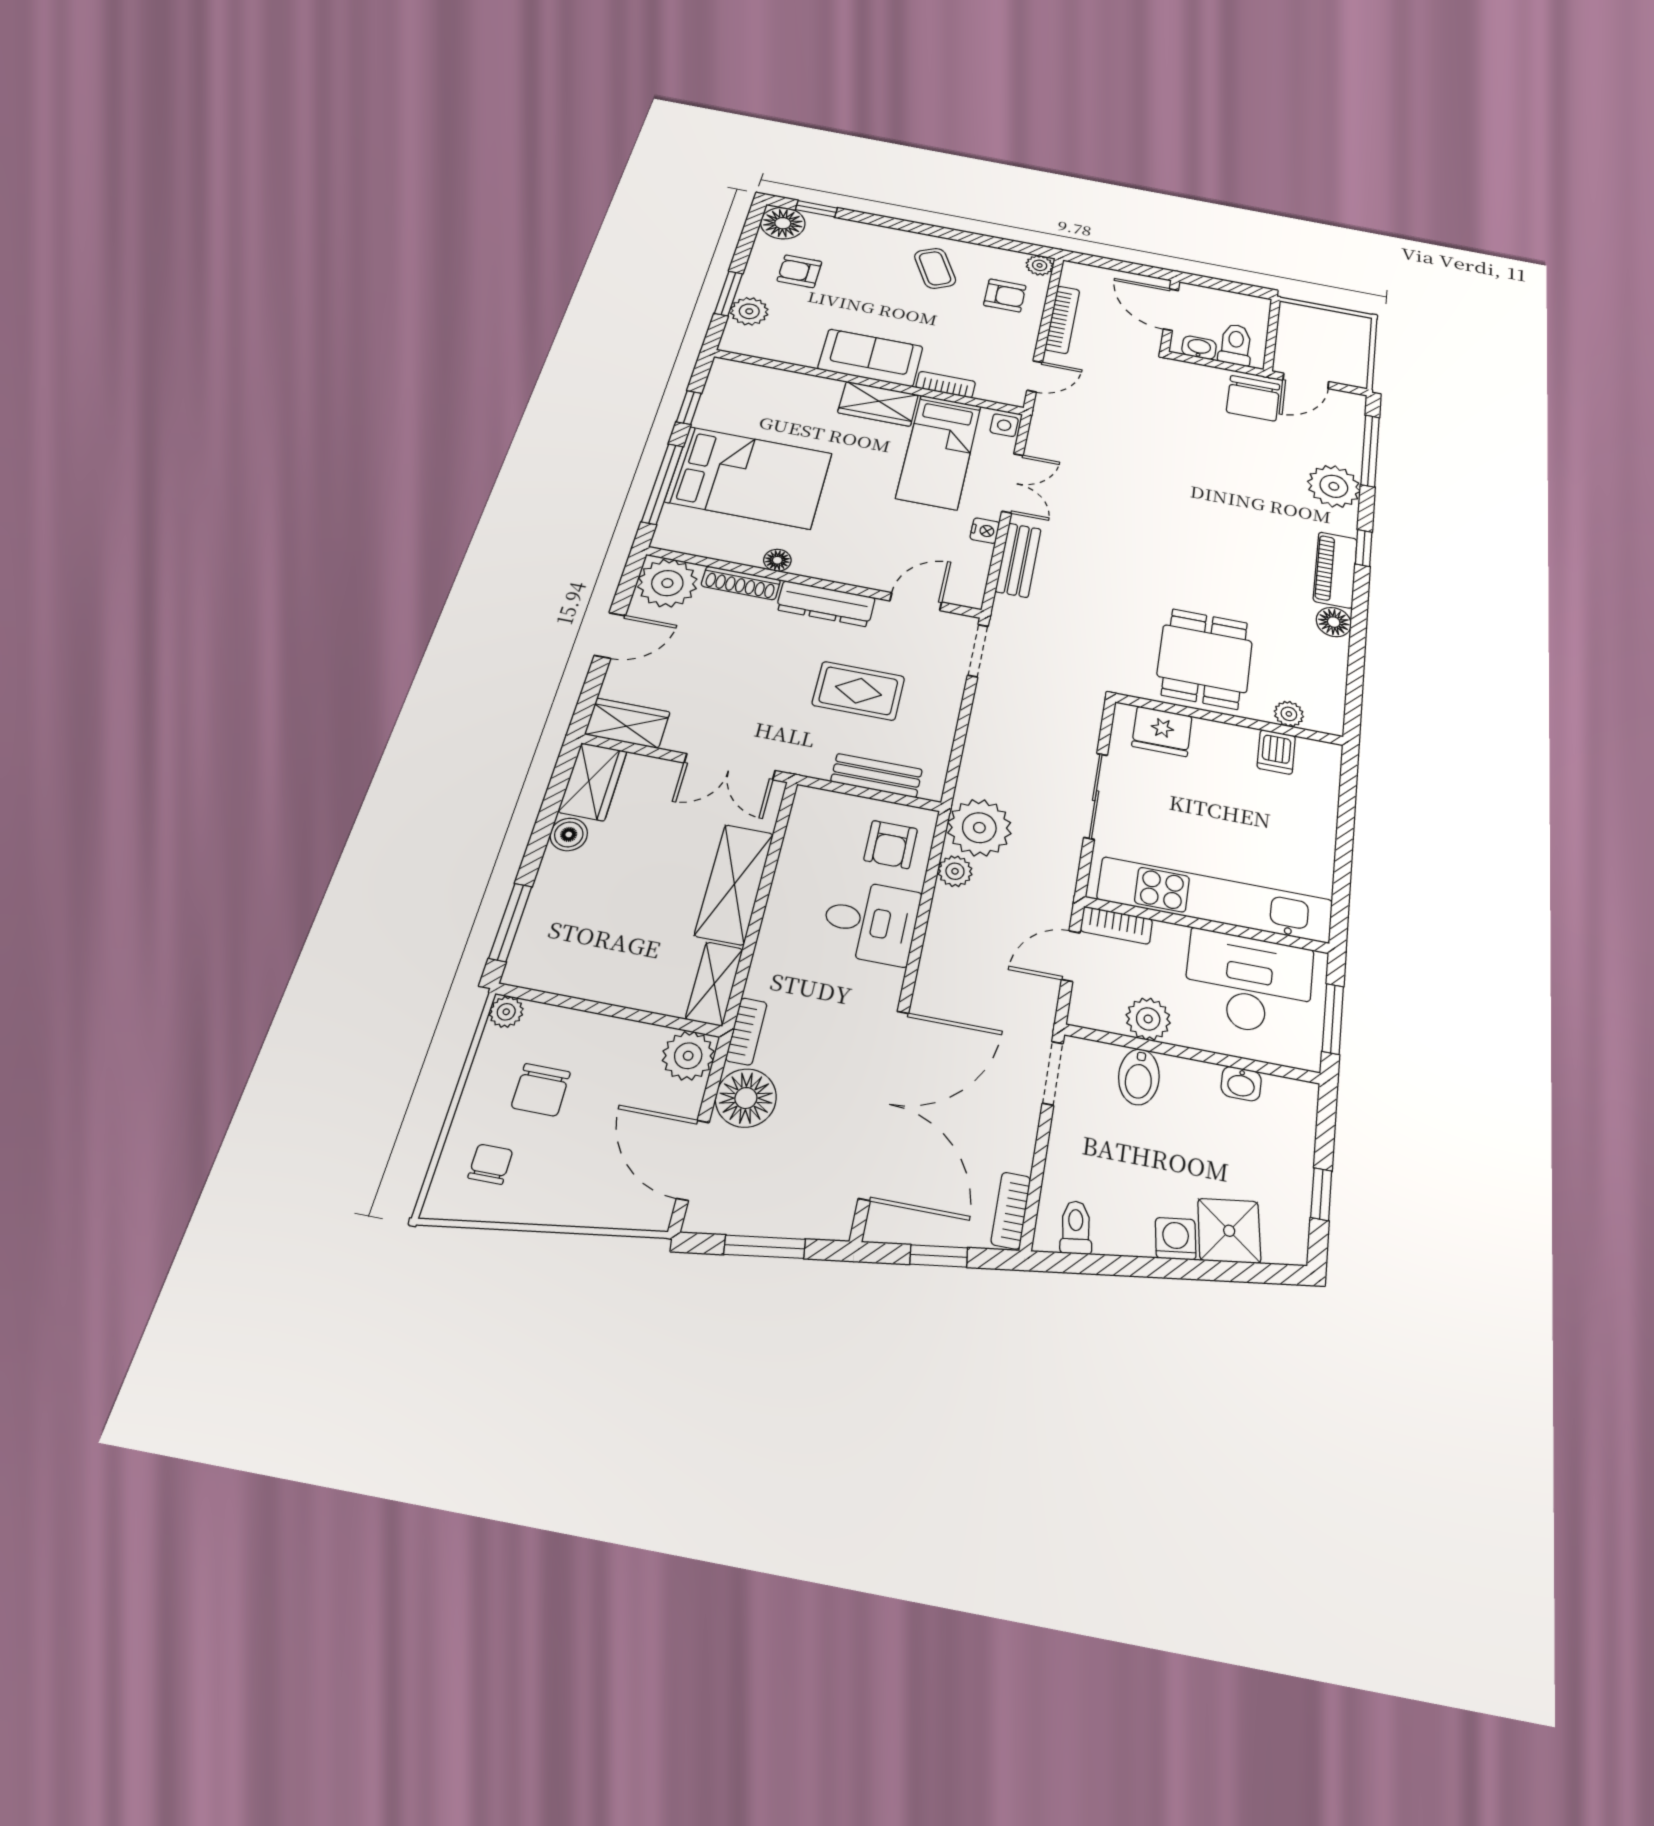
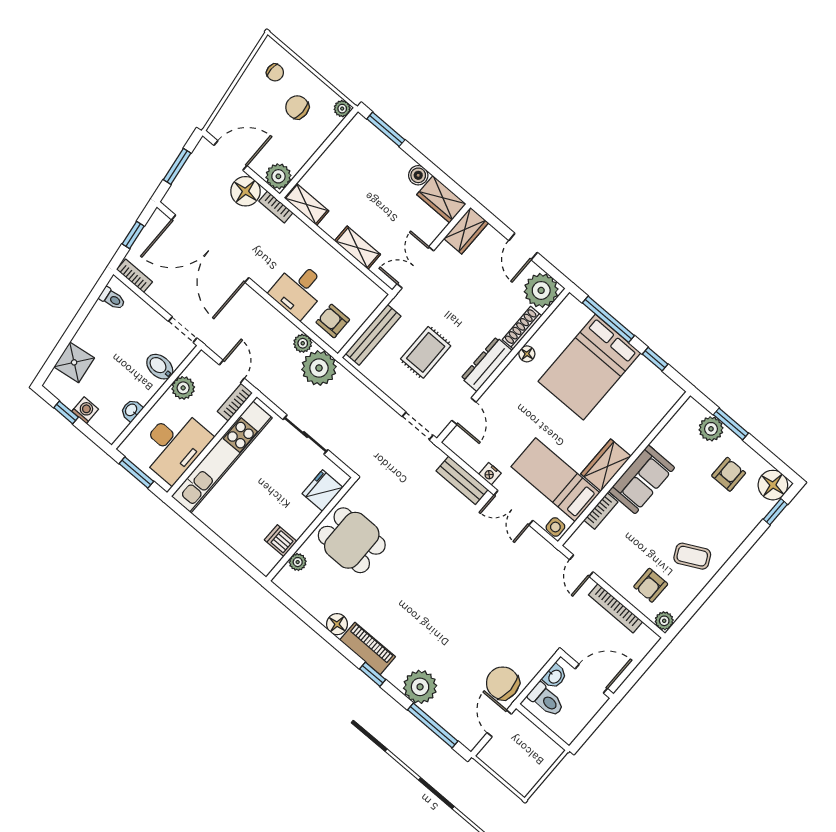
bench: (876, 775) -> (373, 335), width x1.36
shelving: (734, 884) -> (358, 248), width x0.67, depth x0.75
washing machine: (1176, 1239) -> (85, 410), moved, turned -82

